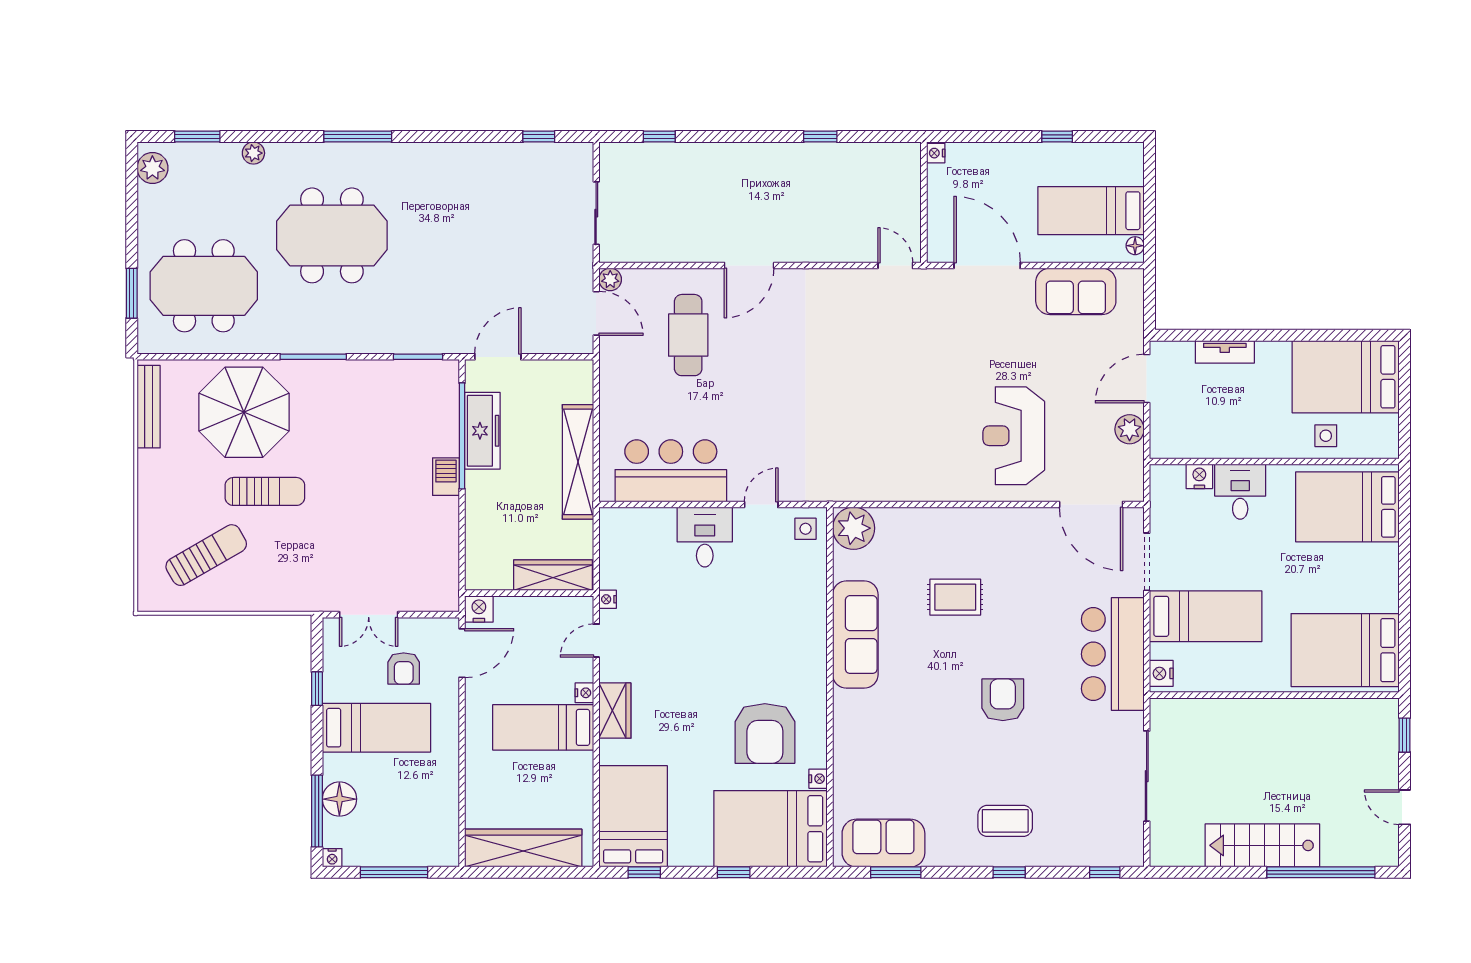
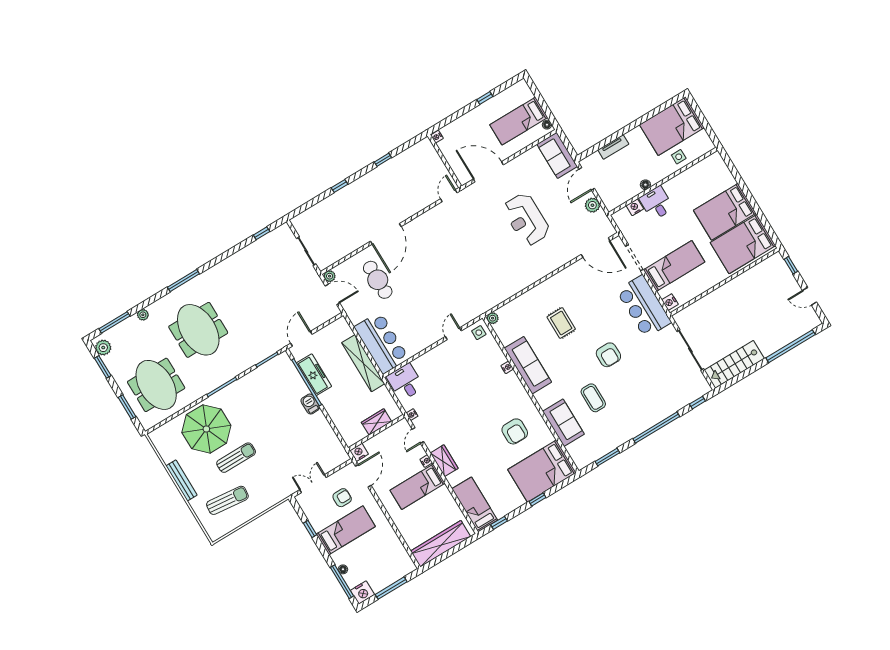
window: (197, 137) -> (114, 322), width x1.44
window: (659, 137) -> (340, 186), moved
window: (132, 200) -> (103, 367), added
meeting table: (332, 235) -> (198, 330), turned 90
door: (749, 265) -> (386, 234), width x1.36
door: (895, 265) -> (449, 196), hinge flipped
meeting table: (204, 286) -> (156, 385), turned 90
sofa: (1076, 291) -> (557, 155), moved, turned 90
bench: (149, 407) -> (181, 480), moved
reception desk: (1014, 436) -> (526, 219), moved
floor lamp: (1240, 449) -> (645, 185), added
bar counter: (671, 471) -> (382, 343), moved, turned 90
bed: (1347, 507) -> (725, 212), moved
plant: (854, 528) -> (493, 318), width x0.53, depth x0.53
desk: (705, 537) -> (405, 382), moved
sun lounger: (206, 555) -> (227, 500), turned 36
wardrobe: (553, 575) -> (376, 422), width x0.67
rug: (955, 597) -> (561, 323), turned 90
double door: (369, 615) -> (313, 484), swing flipped
armchair: (404, 668) -> (342, 498), turned -90
armchair: (1003, 700) -> (608, 355), turned 180
armchair: (765, 734) -> (515, 431), width x0.73, depth x0.73
nightstand: (818, 779) -> (507, 367), moved
floor lamp: (339, 799) -> (343, 569), width x0.53, depth x0.53
bed: (633, 816) -> (475, 505), width x0.67
coffee table: (1005, 821) -> (593, 398), moved, turned 90
sofa: (883, 843) -> (563, 423), moved, turned 90
stairs: (1262, 845) -> (734, 364), moved
nightstand: (332, 858) -> (362, 593), width x1.89, depth x1.79
window: (1009, 872) -> (656, 428), width x3.17

